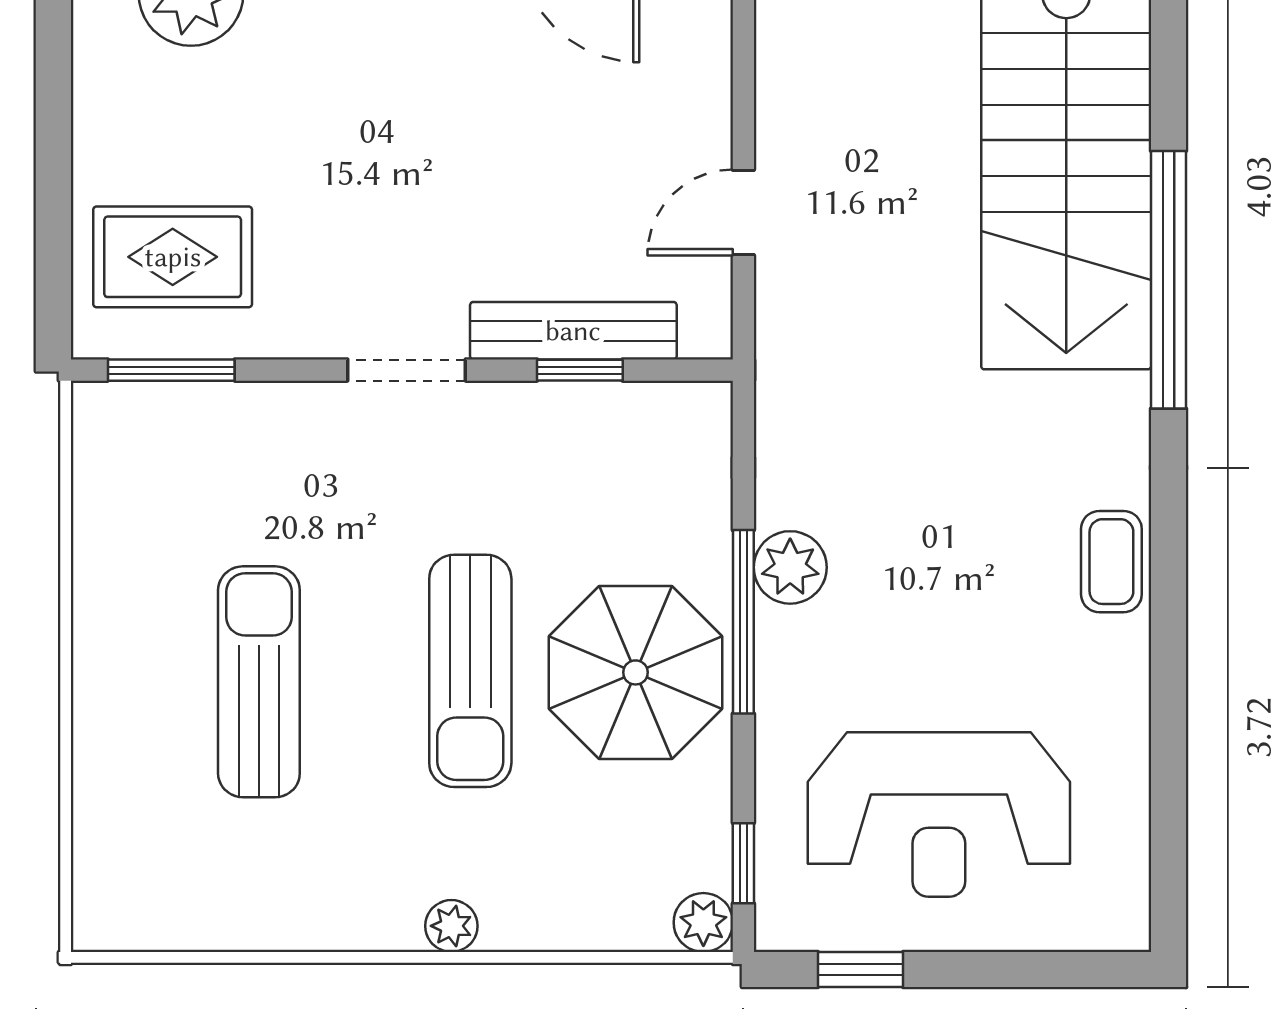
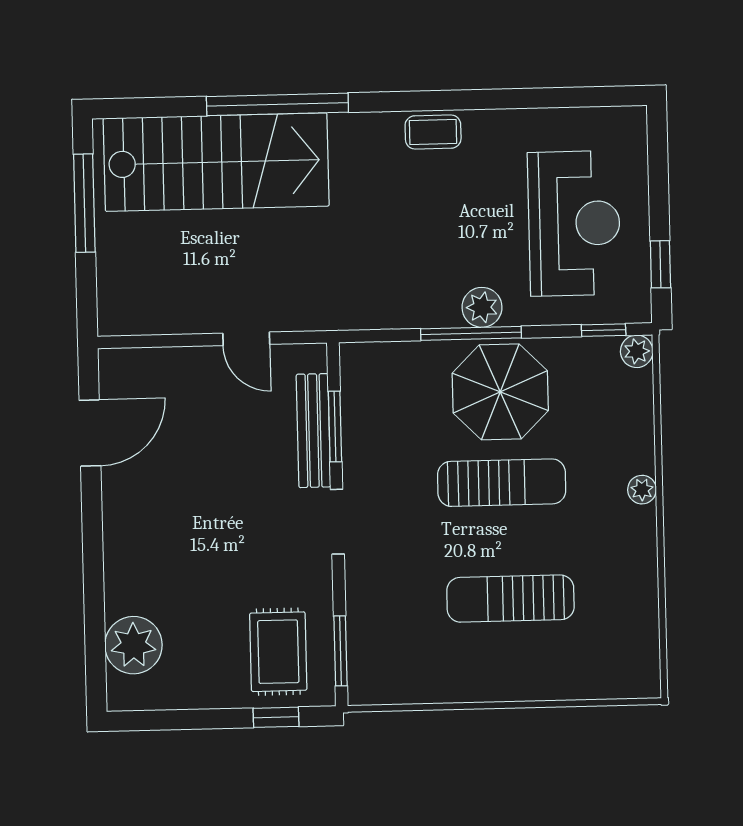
window: (53, 250) -> (276, 717), added
window: (580, 370) -> (335, 427), width x1.50
plant: (790, 567) -> (482, 307), moved

